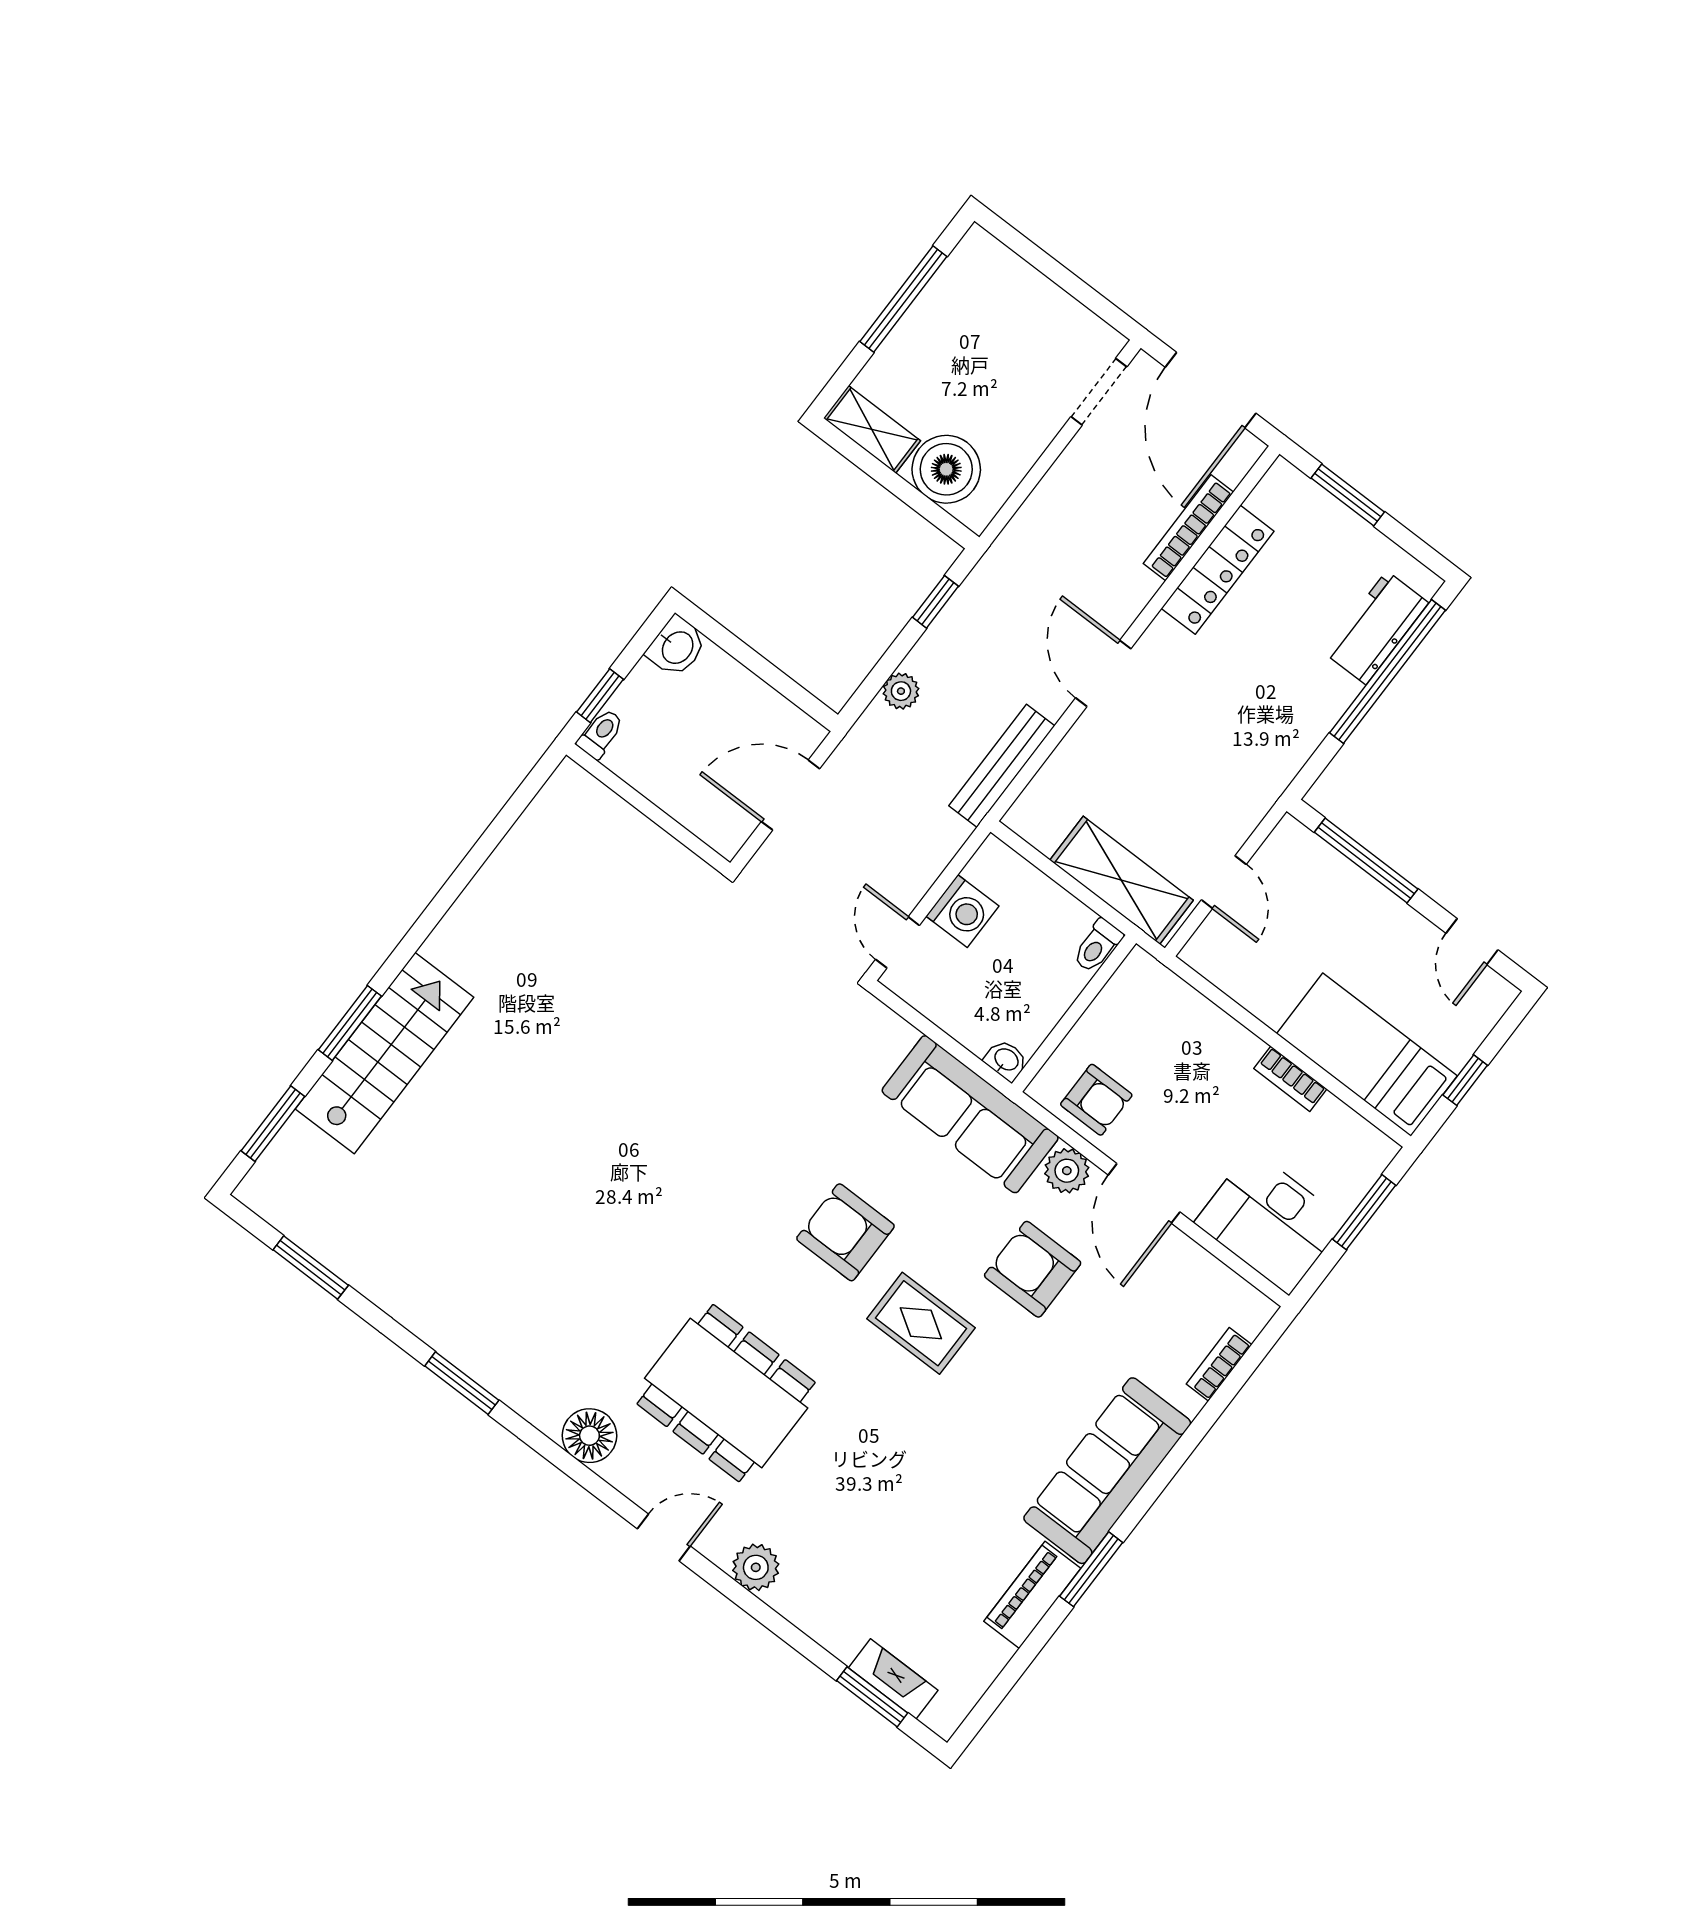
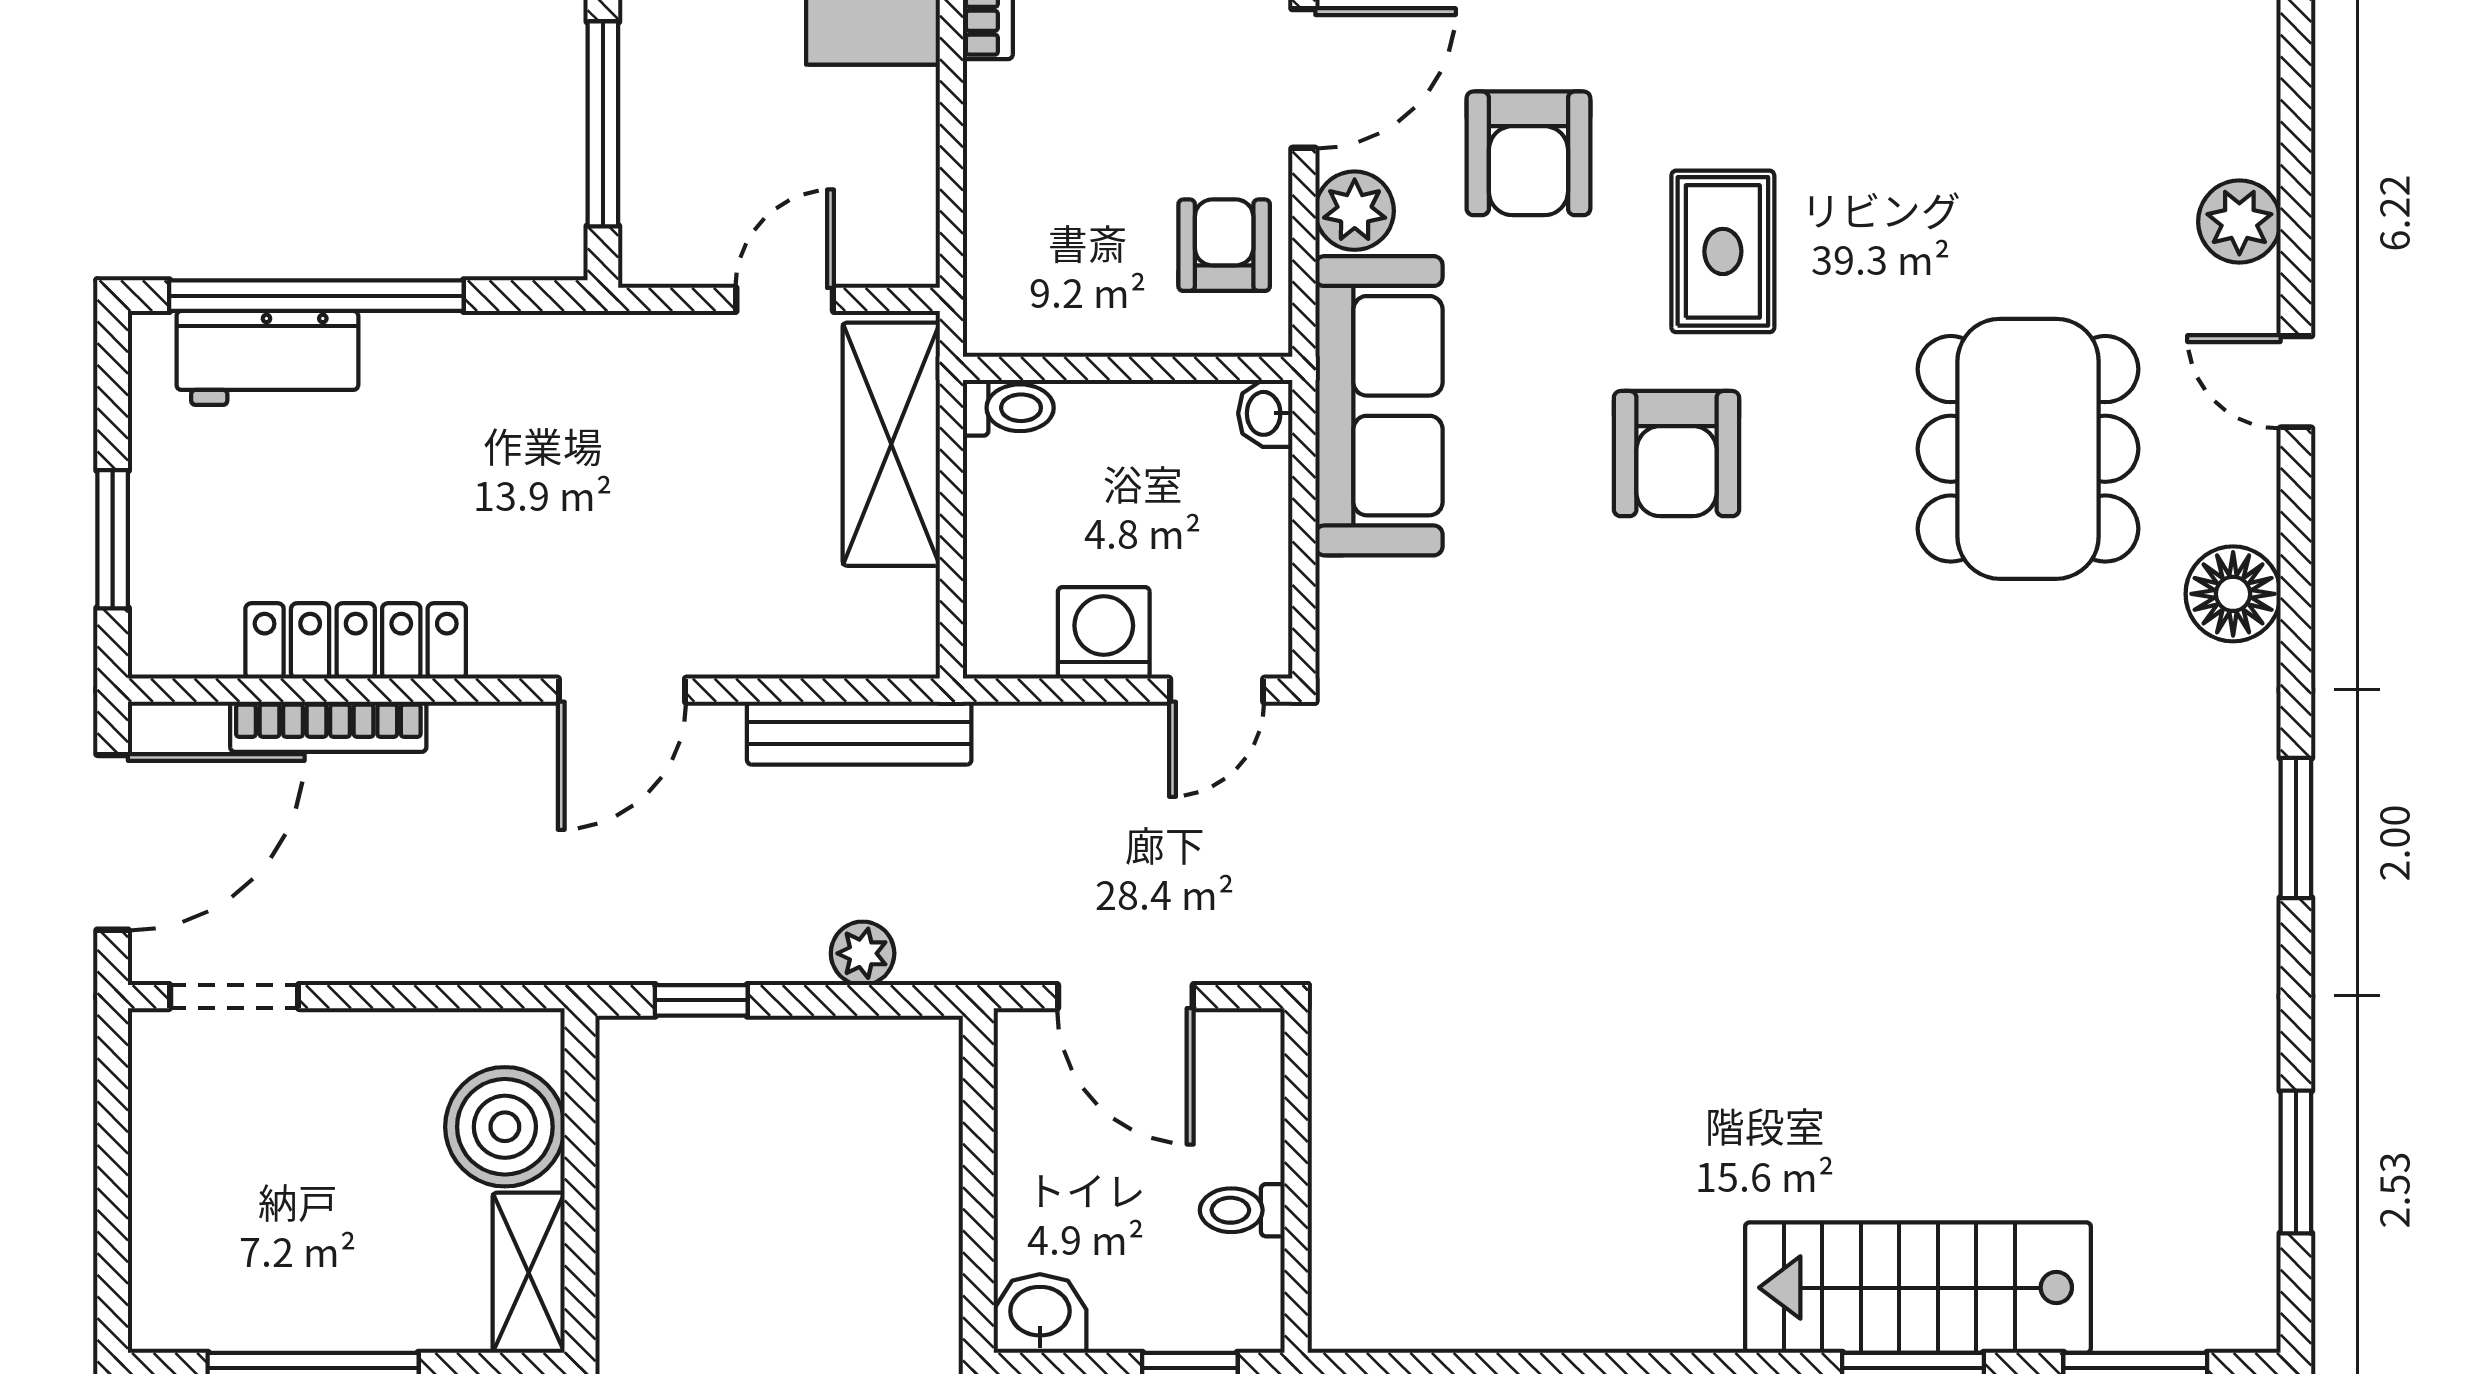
toilet: (601, 734) -> (1242, 1210), moved

